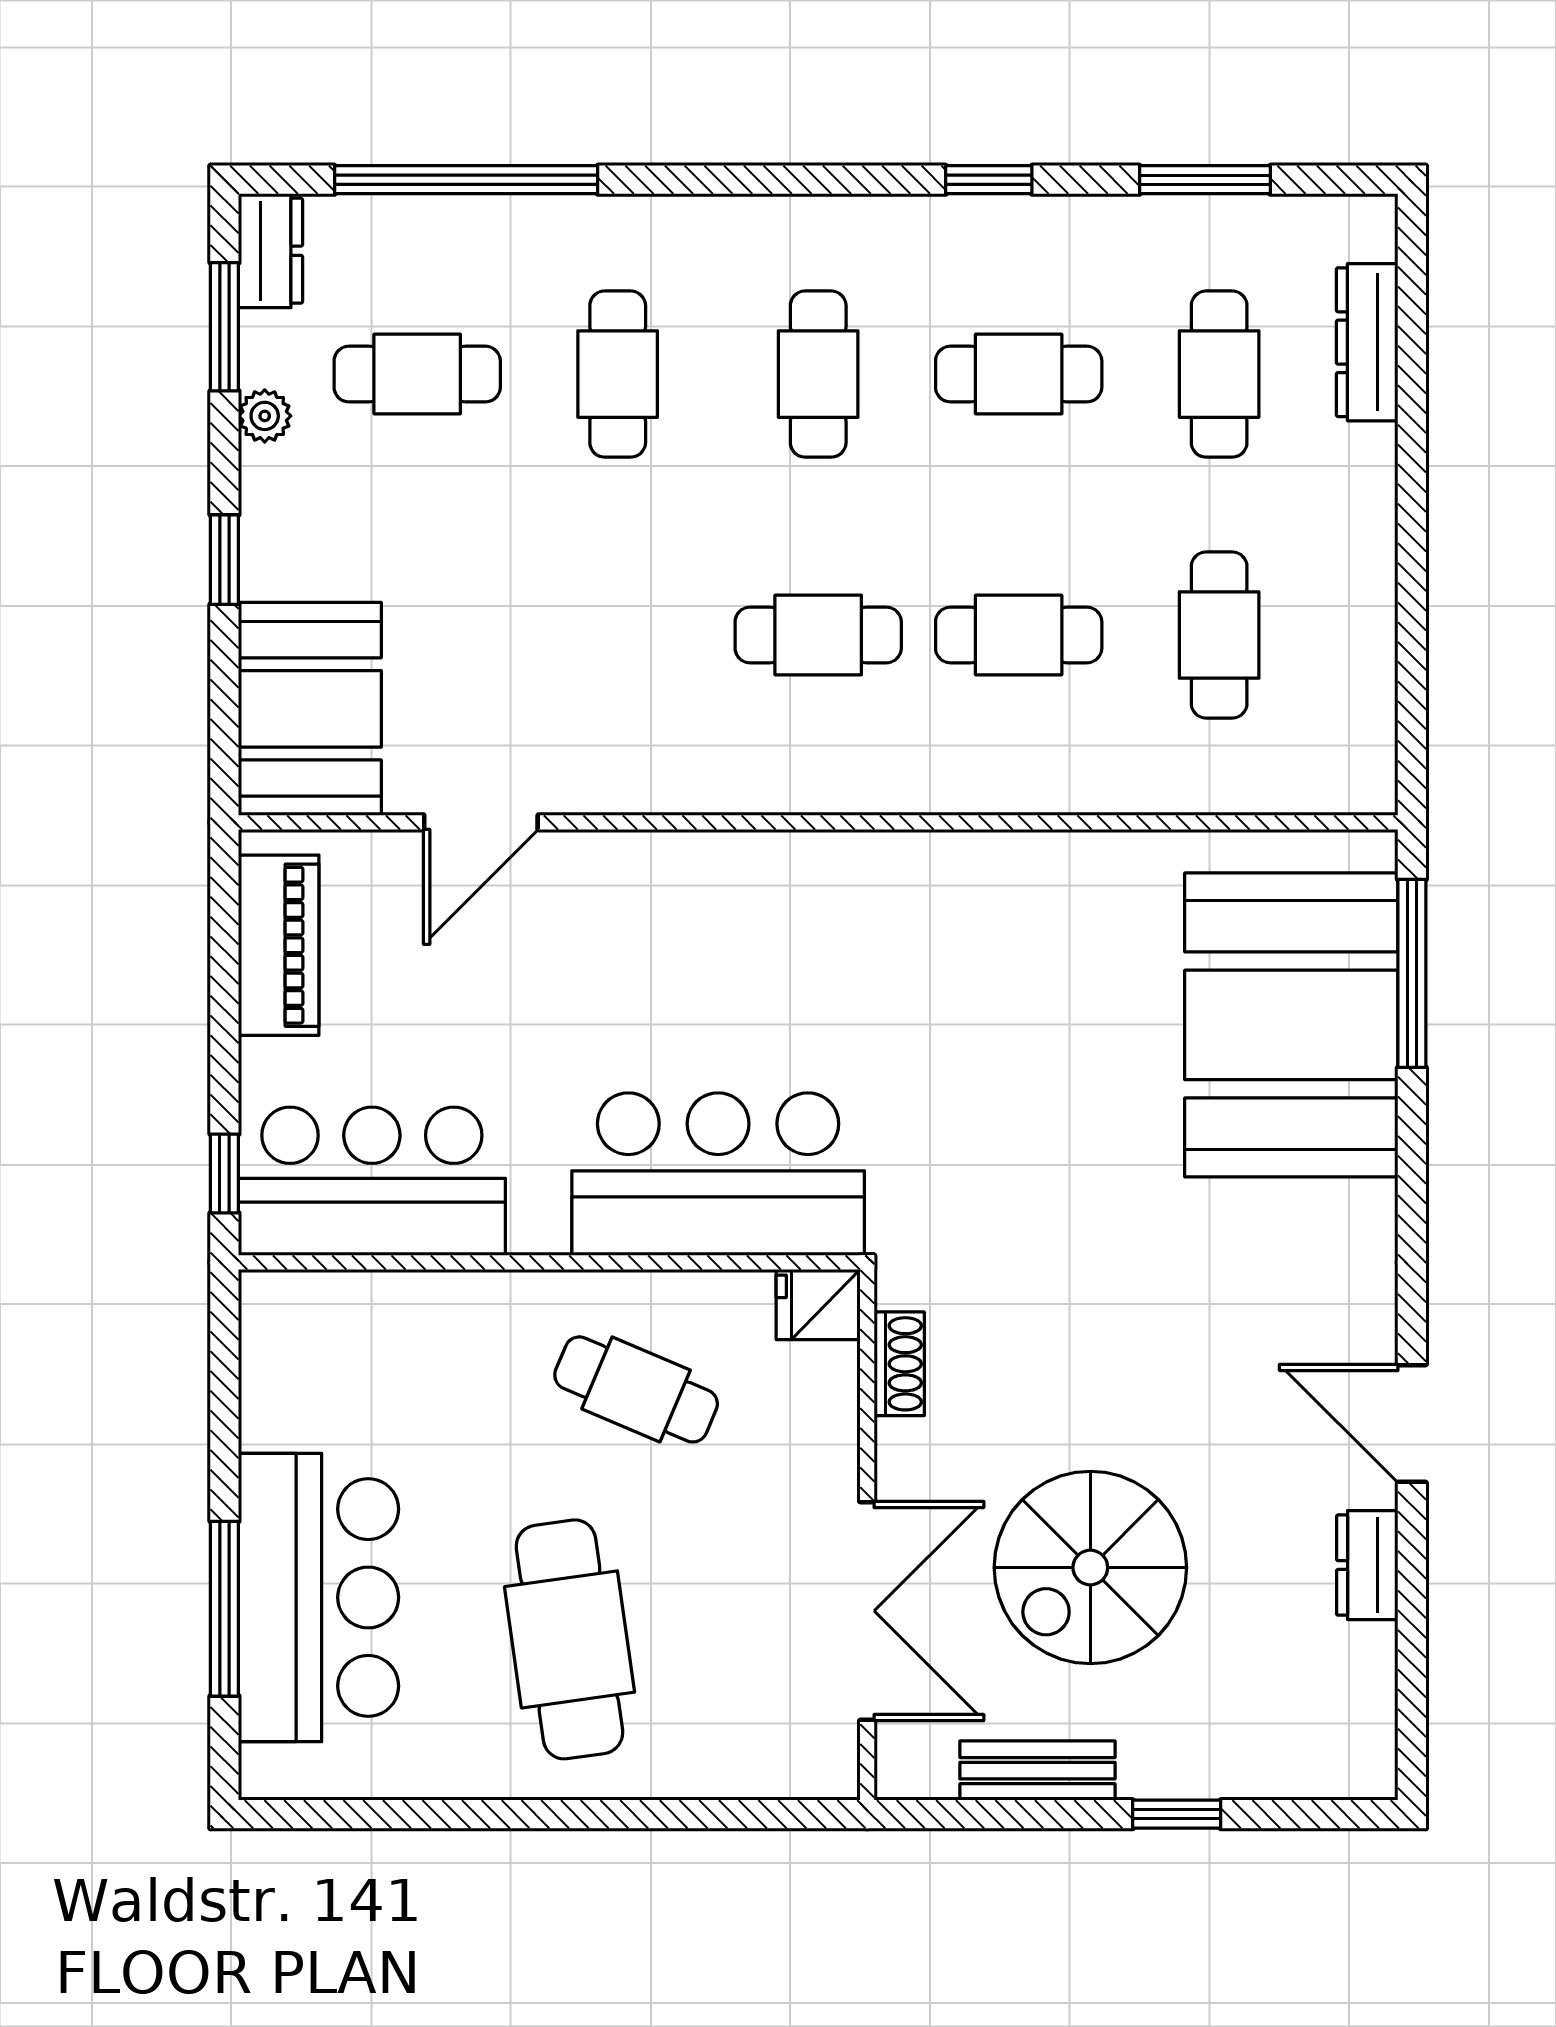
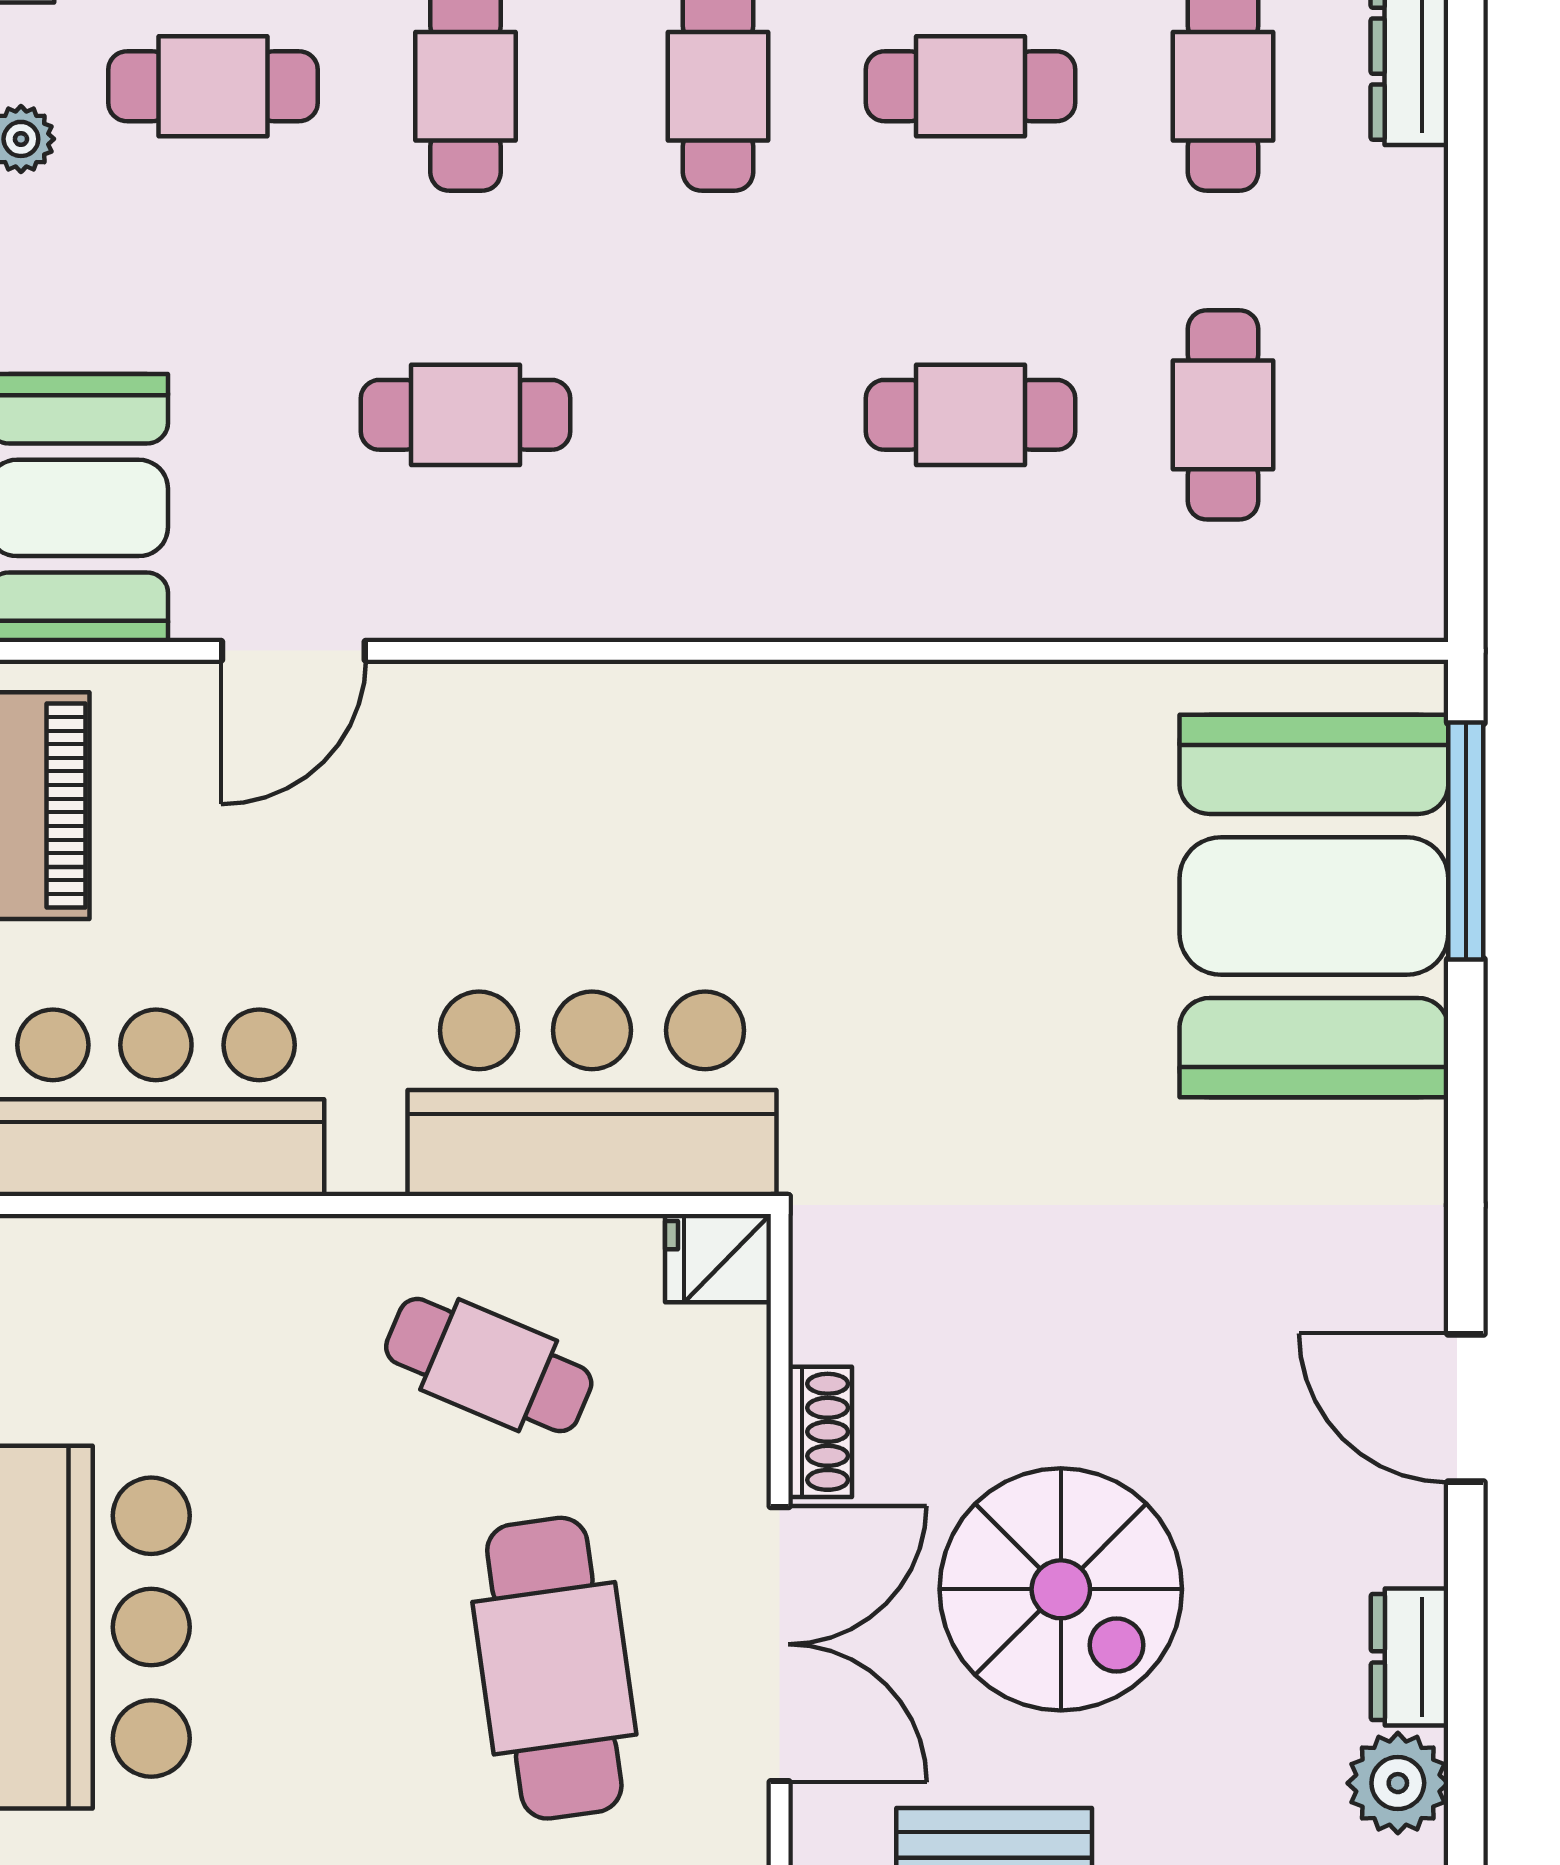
cafe table: (818, 635) -> (466, 415), moved
shoe rack: (899, 1364) -> (820, 1432), moved
dresser: (1367, 1565) -> (1410, 1657), moved
spiral stairs: (1090, 1568) -> (1061, 1589), turned -90
cafe table: (569, 1639) -> (554, 1668), moved
plant: (1358, 1721) -> (1398, 1783), added

